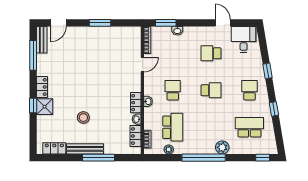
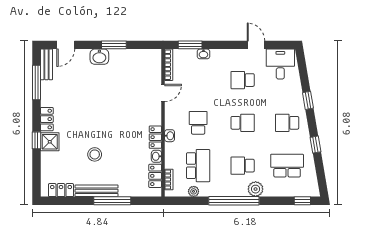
washbasin: (87, 33) -> (99, 57), added
school desk: (249, 90) -> (287, 123), turned -90
school desk: (211, 127) -> (243, 166), added

